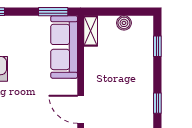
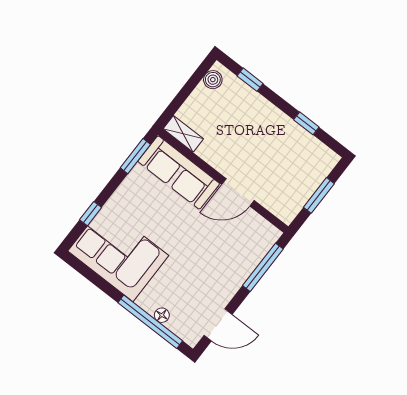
boiler: (124, 23) -> (213, 80), moved
door: (81, 109) -> (238, 192), moved

